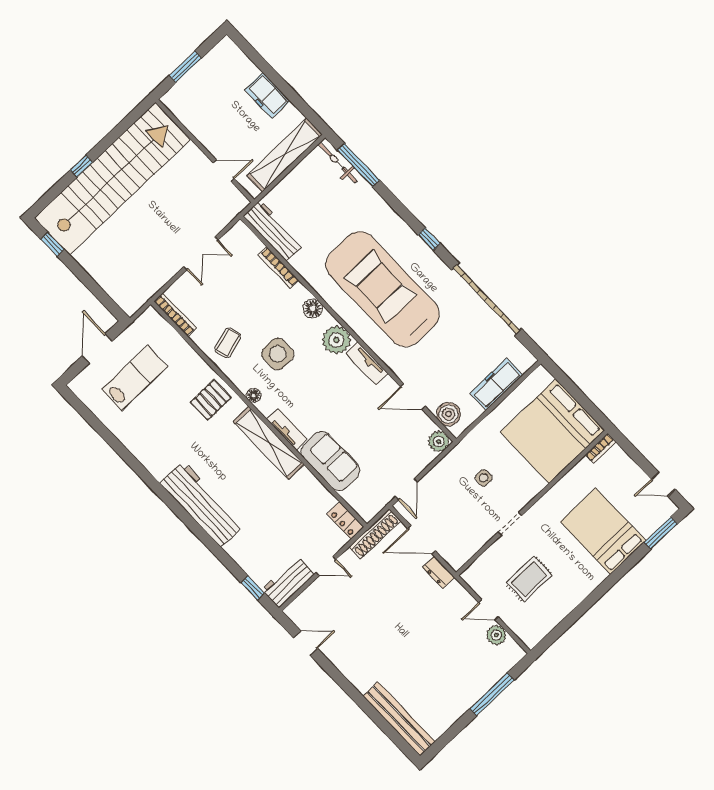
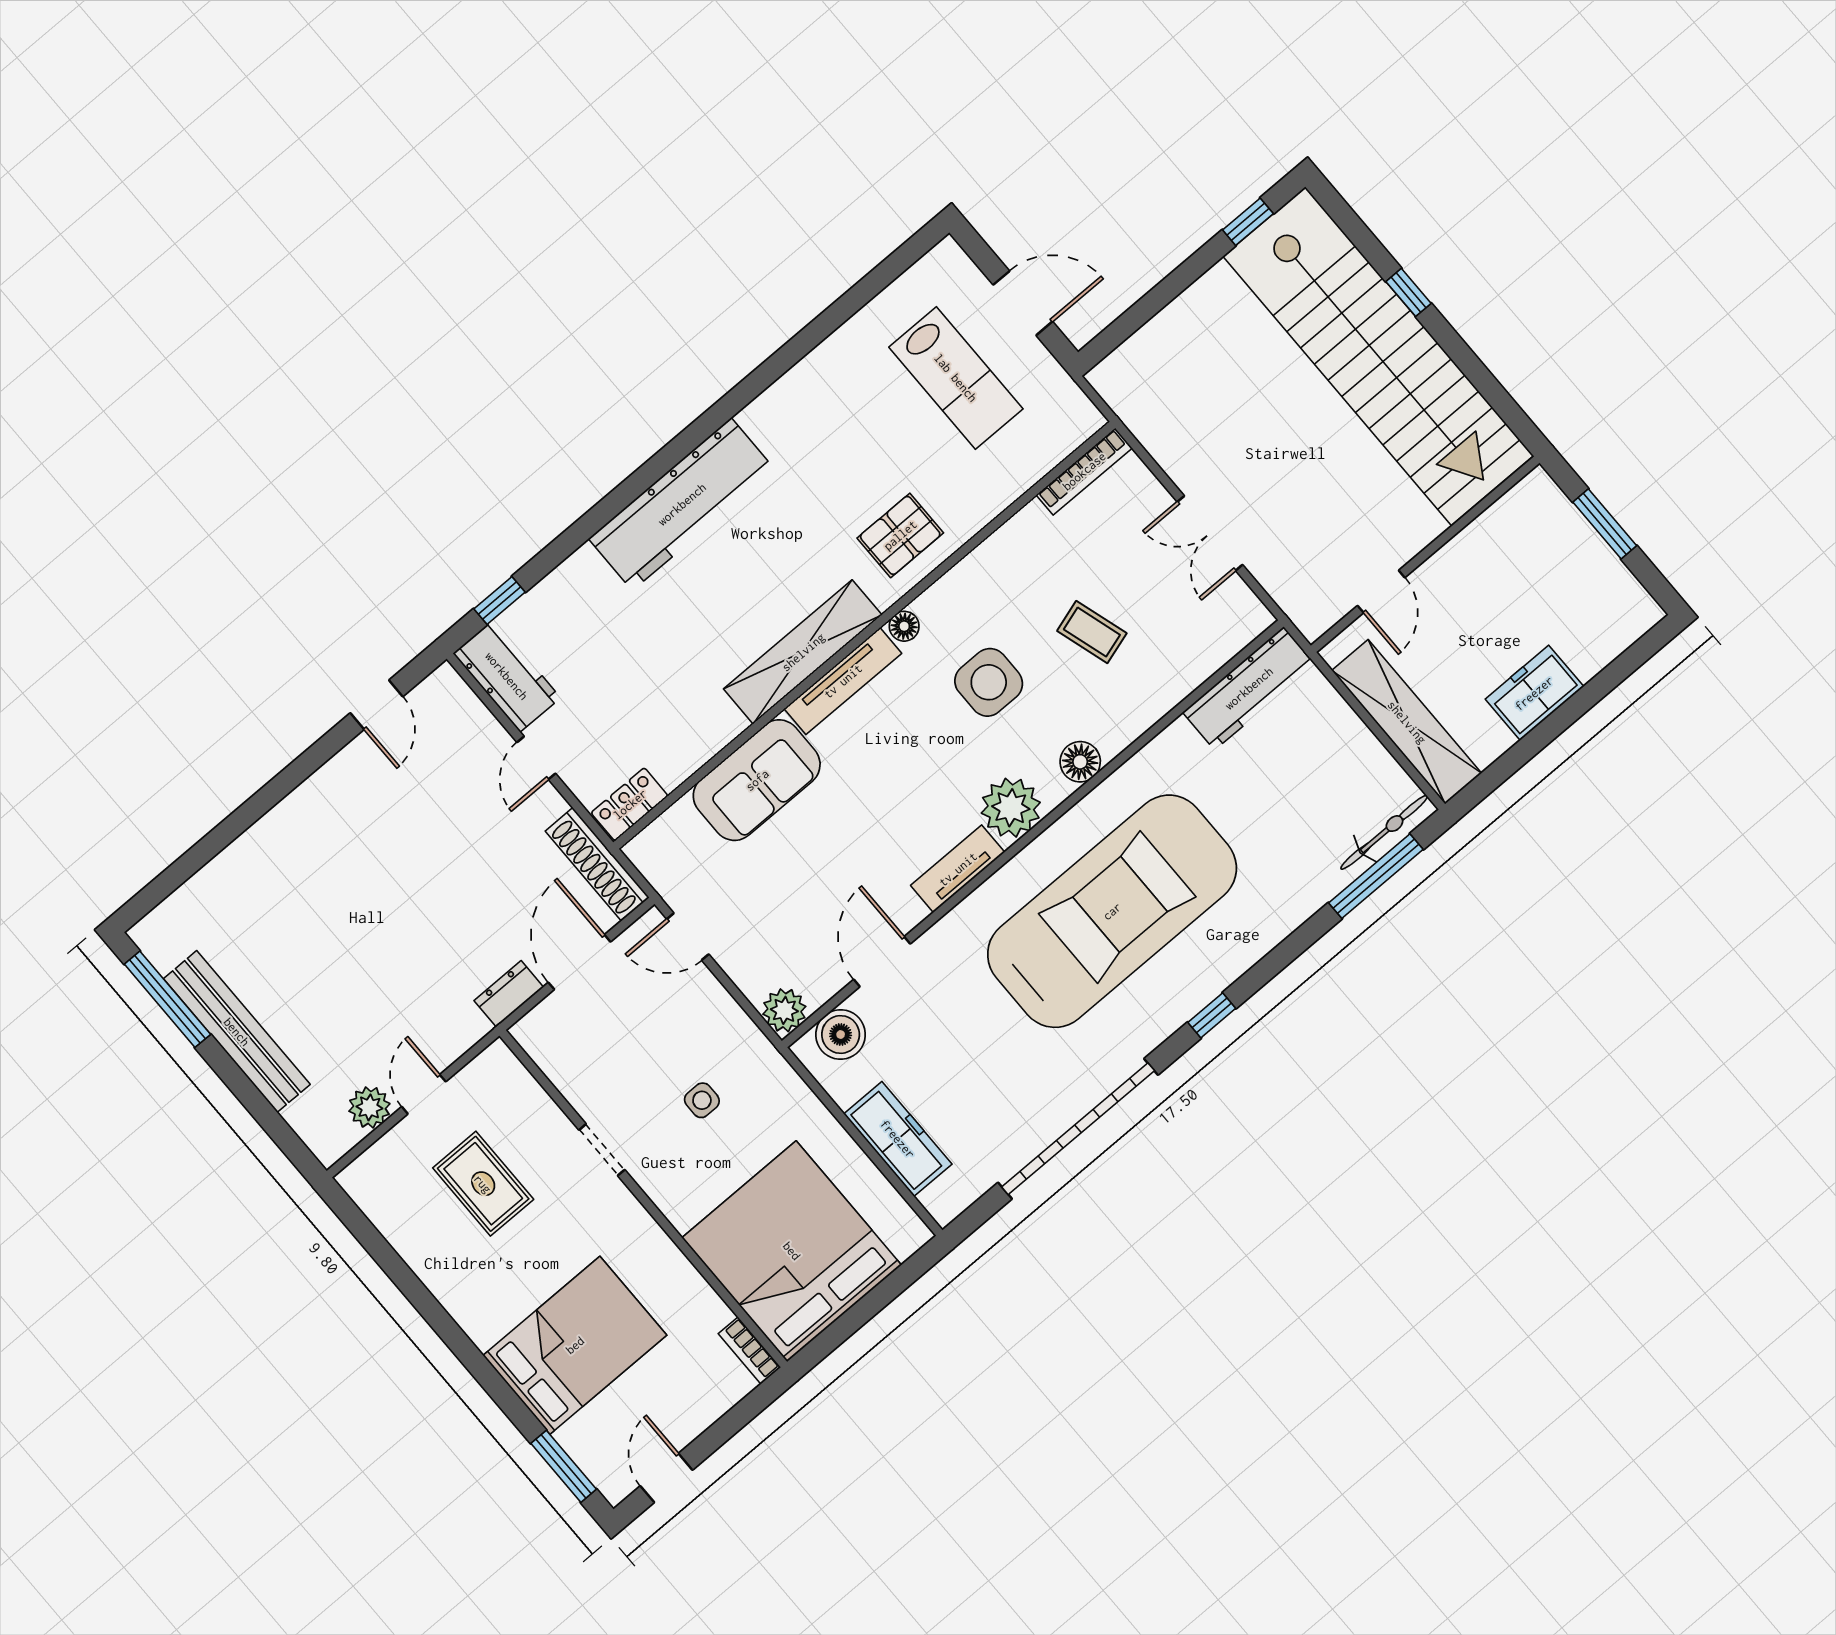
bookcase: (279, 268) -> (1170, 695), removed
coffee table: (228, 343) -> (1092, 632), moved
pallet: (211, 400) -> (900, 535), turned 90
tv unit: (287, 429) -> (843, 681), width x1.41
window: (492, 694) -> (167, 999), moved
bench: (399, 719) -> (237, 1032), moved, turned 90

